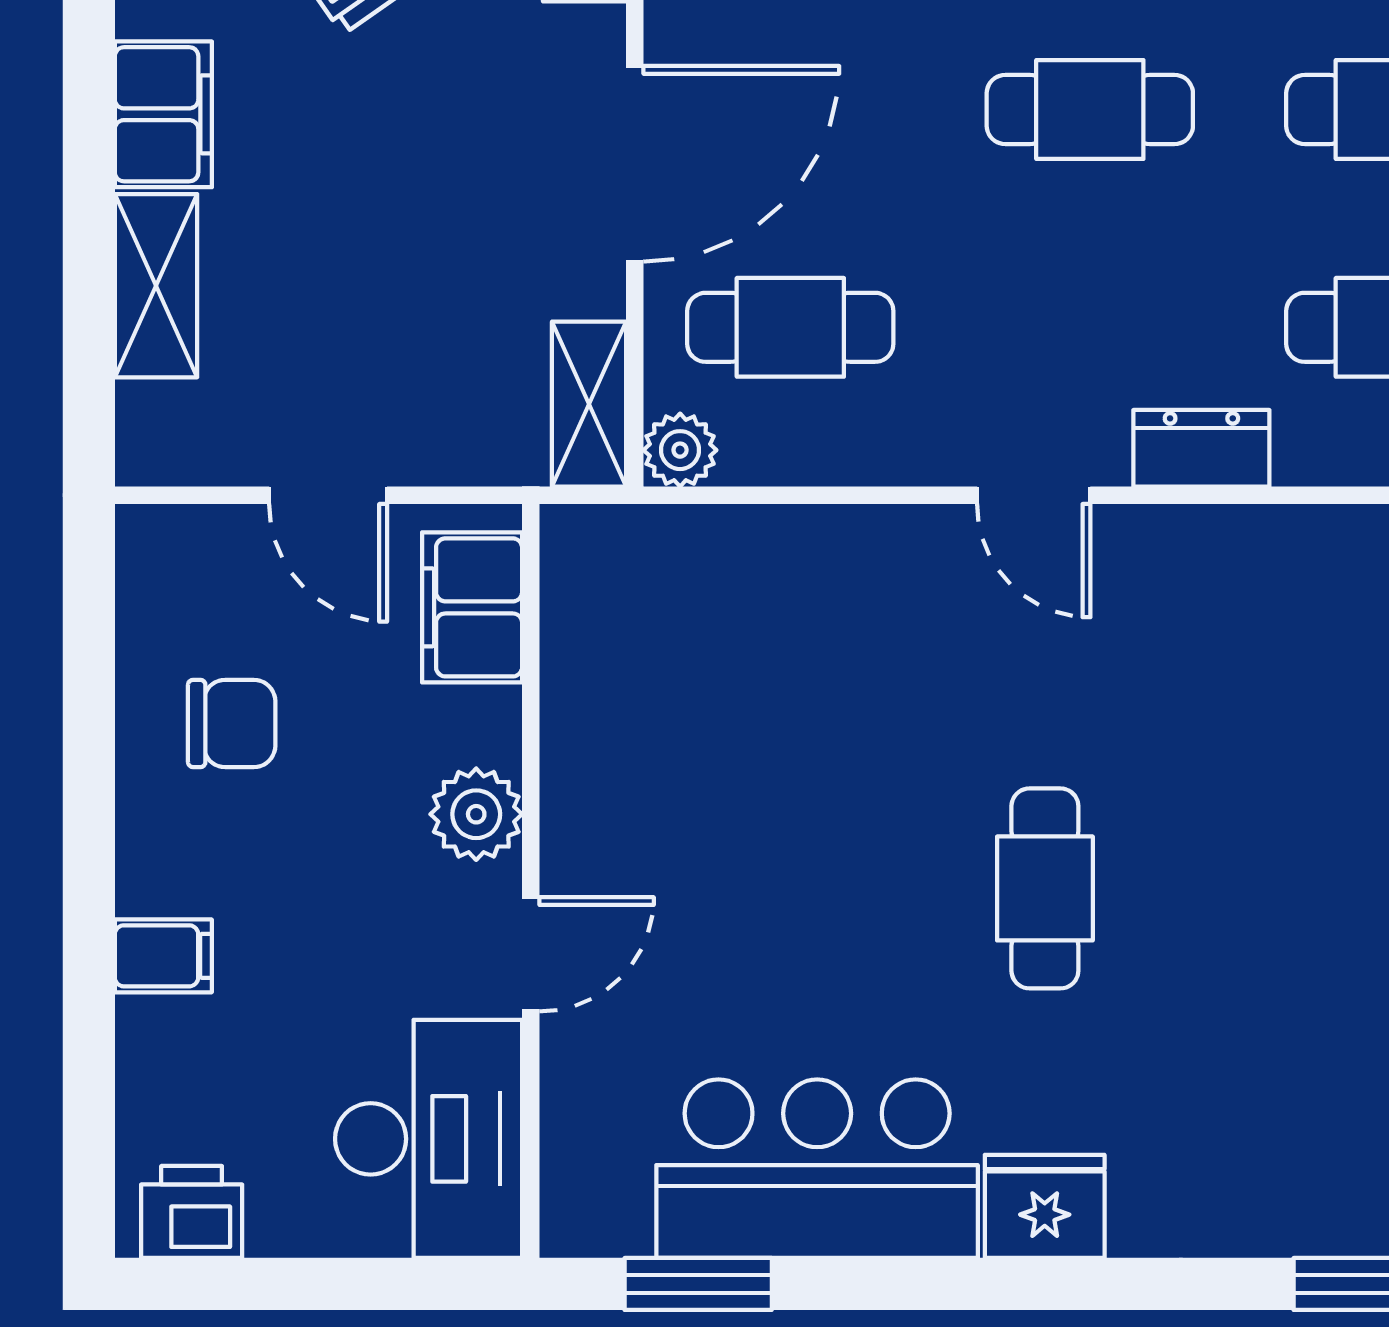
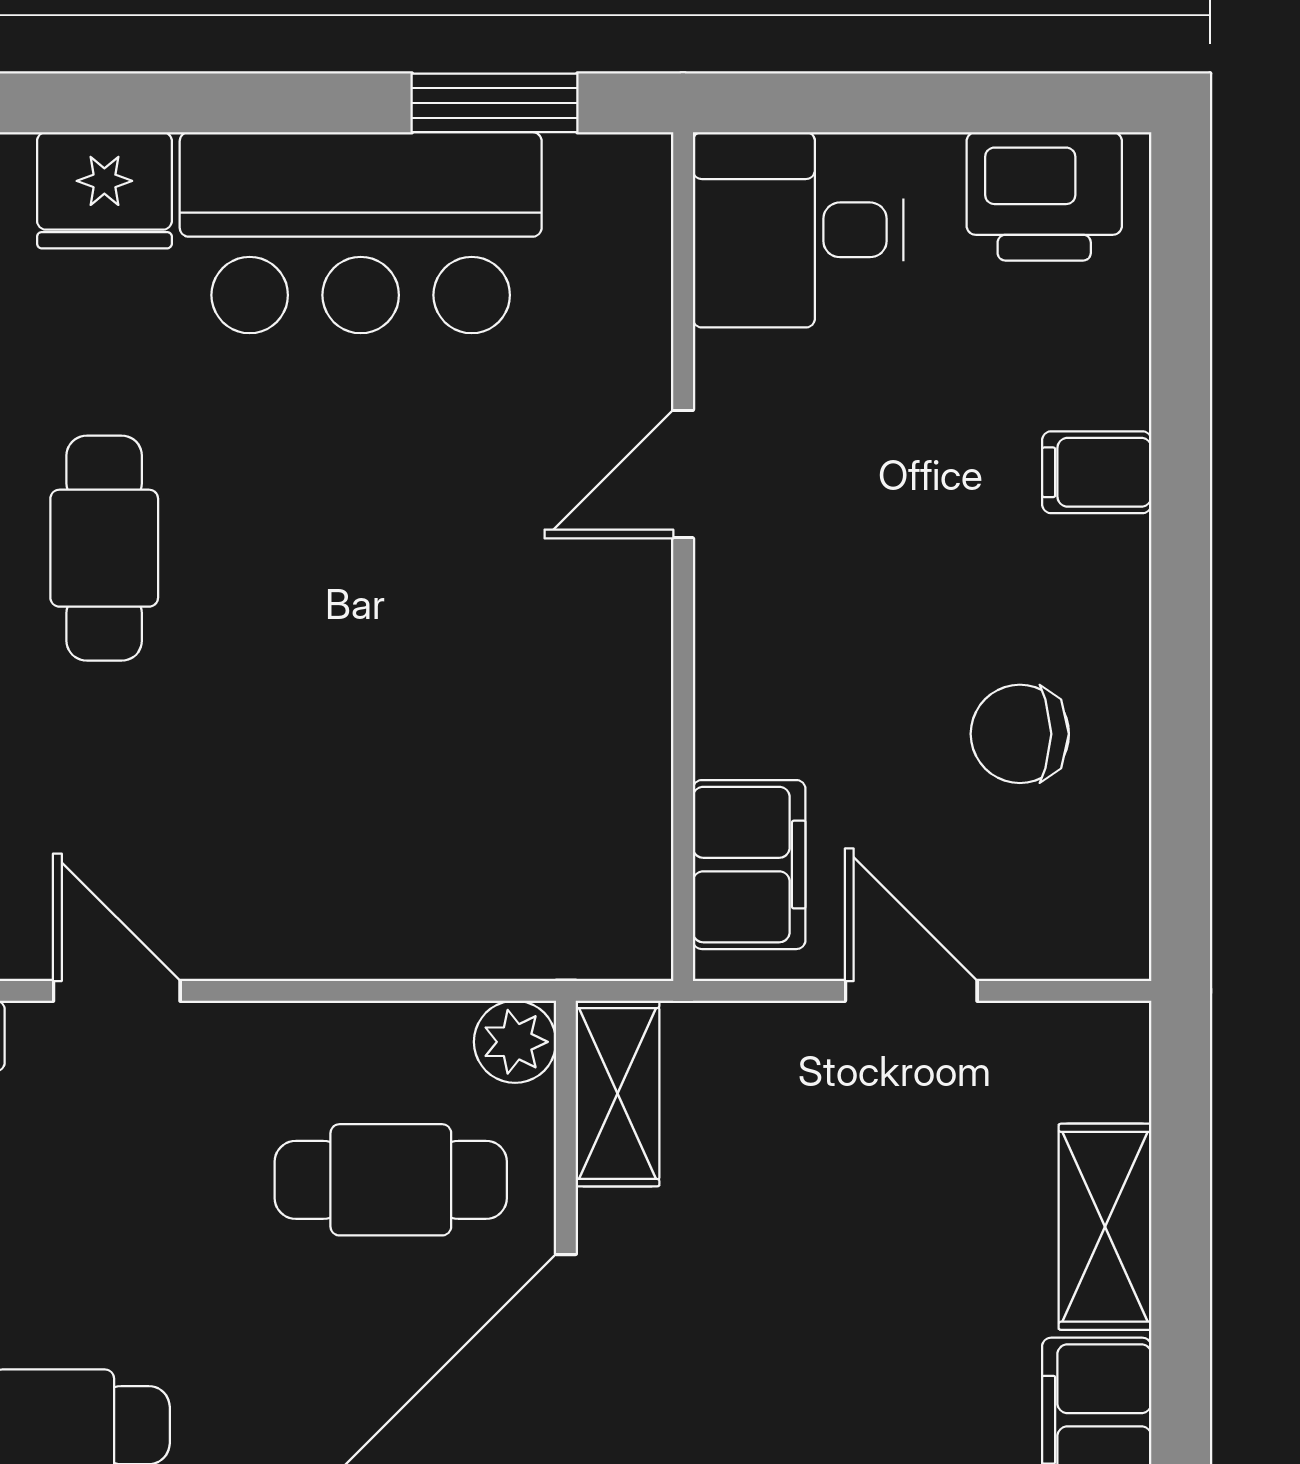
plant: (476, 814) -> (744, 632), removed
desk: (429, 1139) -> (798, 230), width x0.73
printer: (192, 1212) -> (1044, 196), width x1.36, depth x1.24

